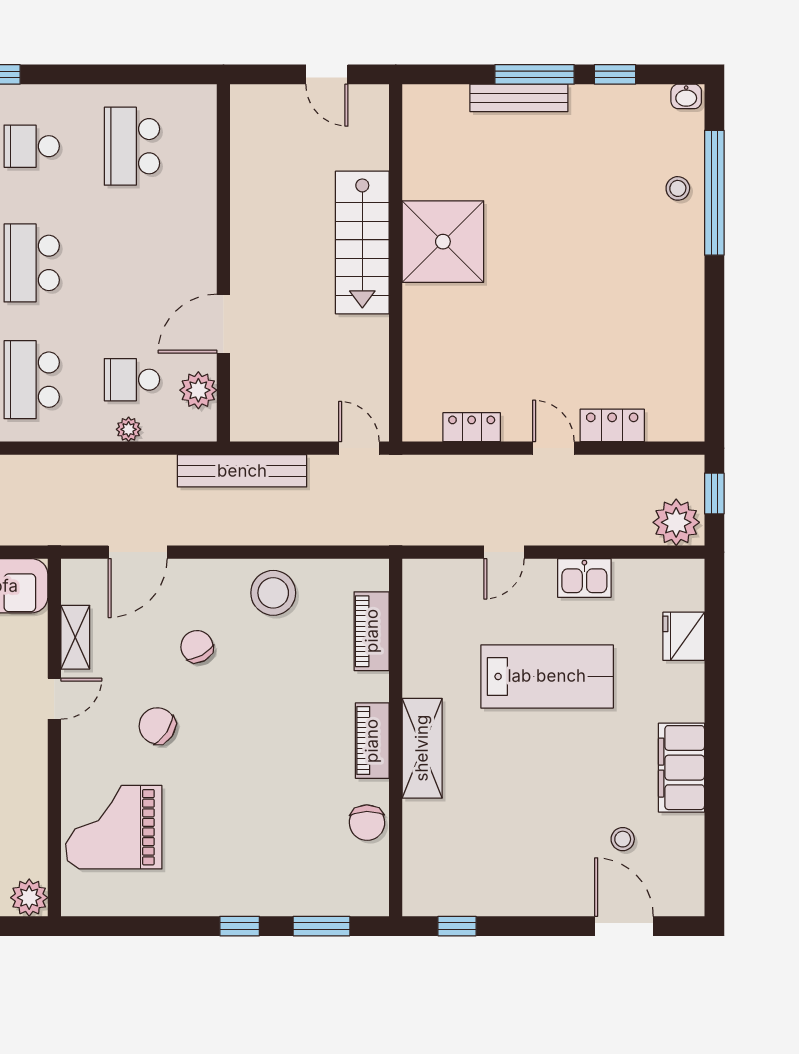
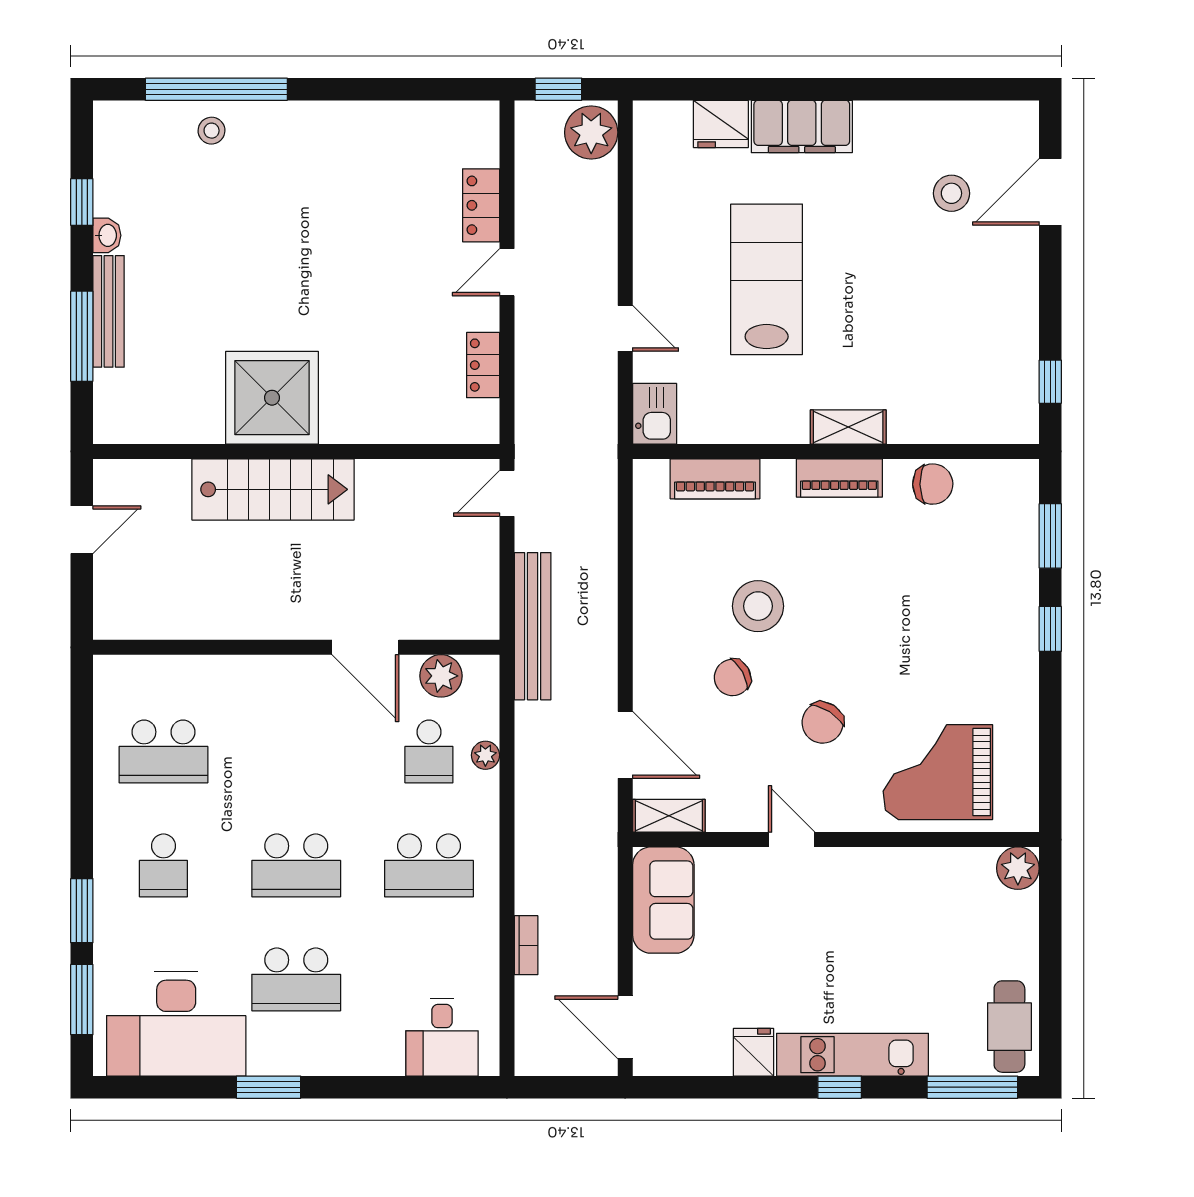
window: (535, 74) -> (82, 336), moved
washbasin: (686, 96) -> (107, 235), moved
kitchen sink: (584, 578) -> (655, 414), moved
stool: (273, 593) -> (758, 606), moved
shelving: (75, 637) -> (669, 816), moved
shelving: (422, 748) -> (848, 427), width x0.67, depth x0.75
filing cabinet: (681, 768) -> (802, 126), moved
grand piano: (114, 827) -> (938, 772), turned 90
stool: (623, 839) -> (951, 193), width x1.37, depth x1.37

